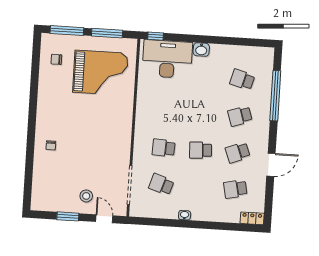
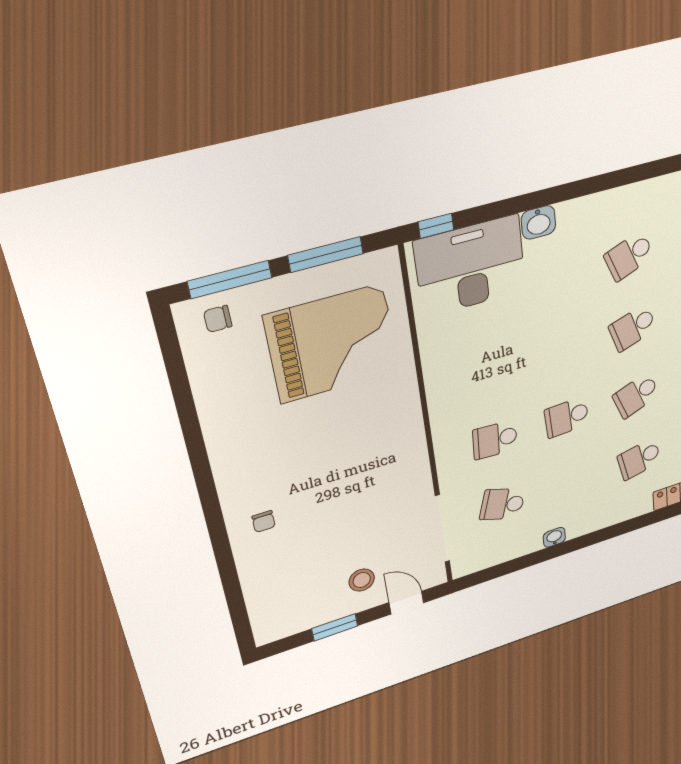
chair: (56, 59) -> (218, 319), moved
school desk: (242, 80) -> (629, 256), turned -36

